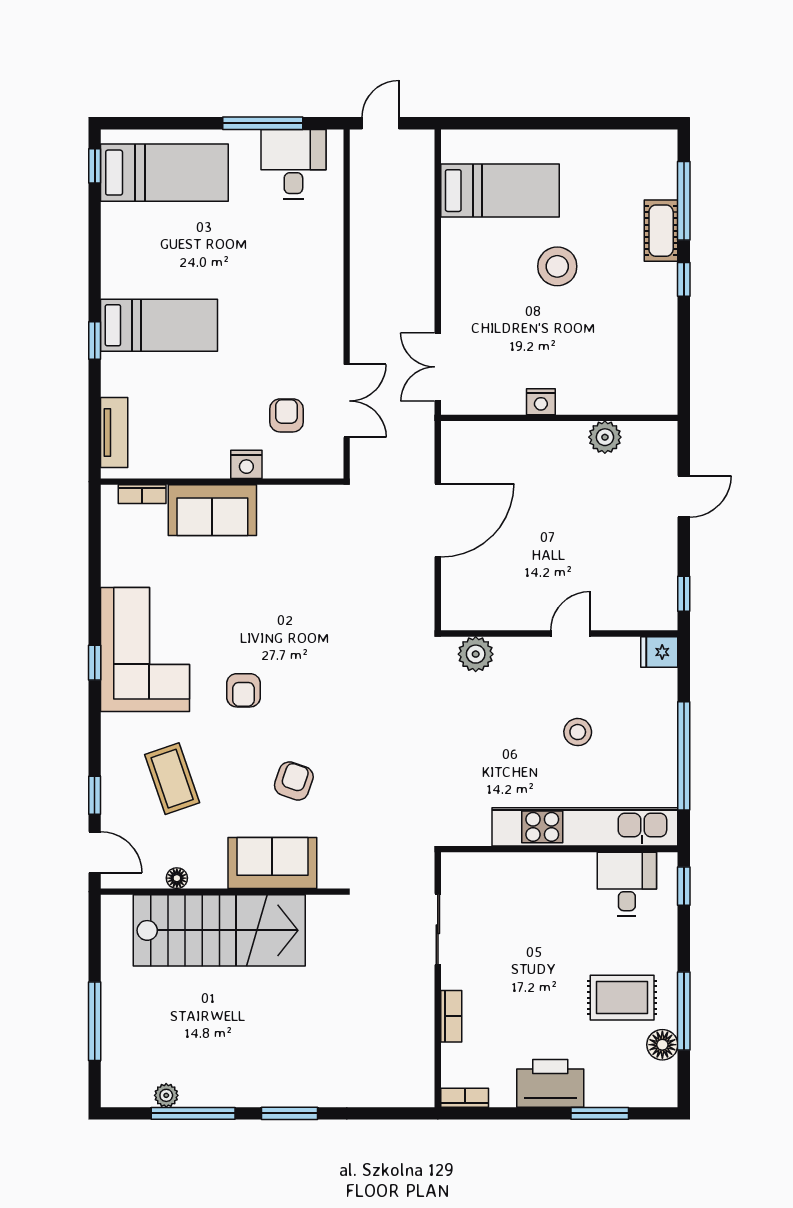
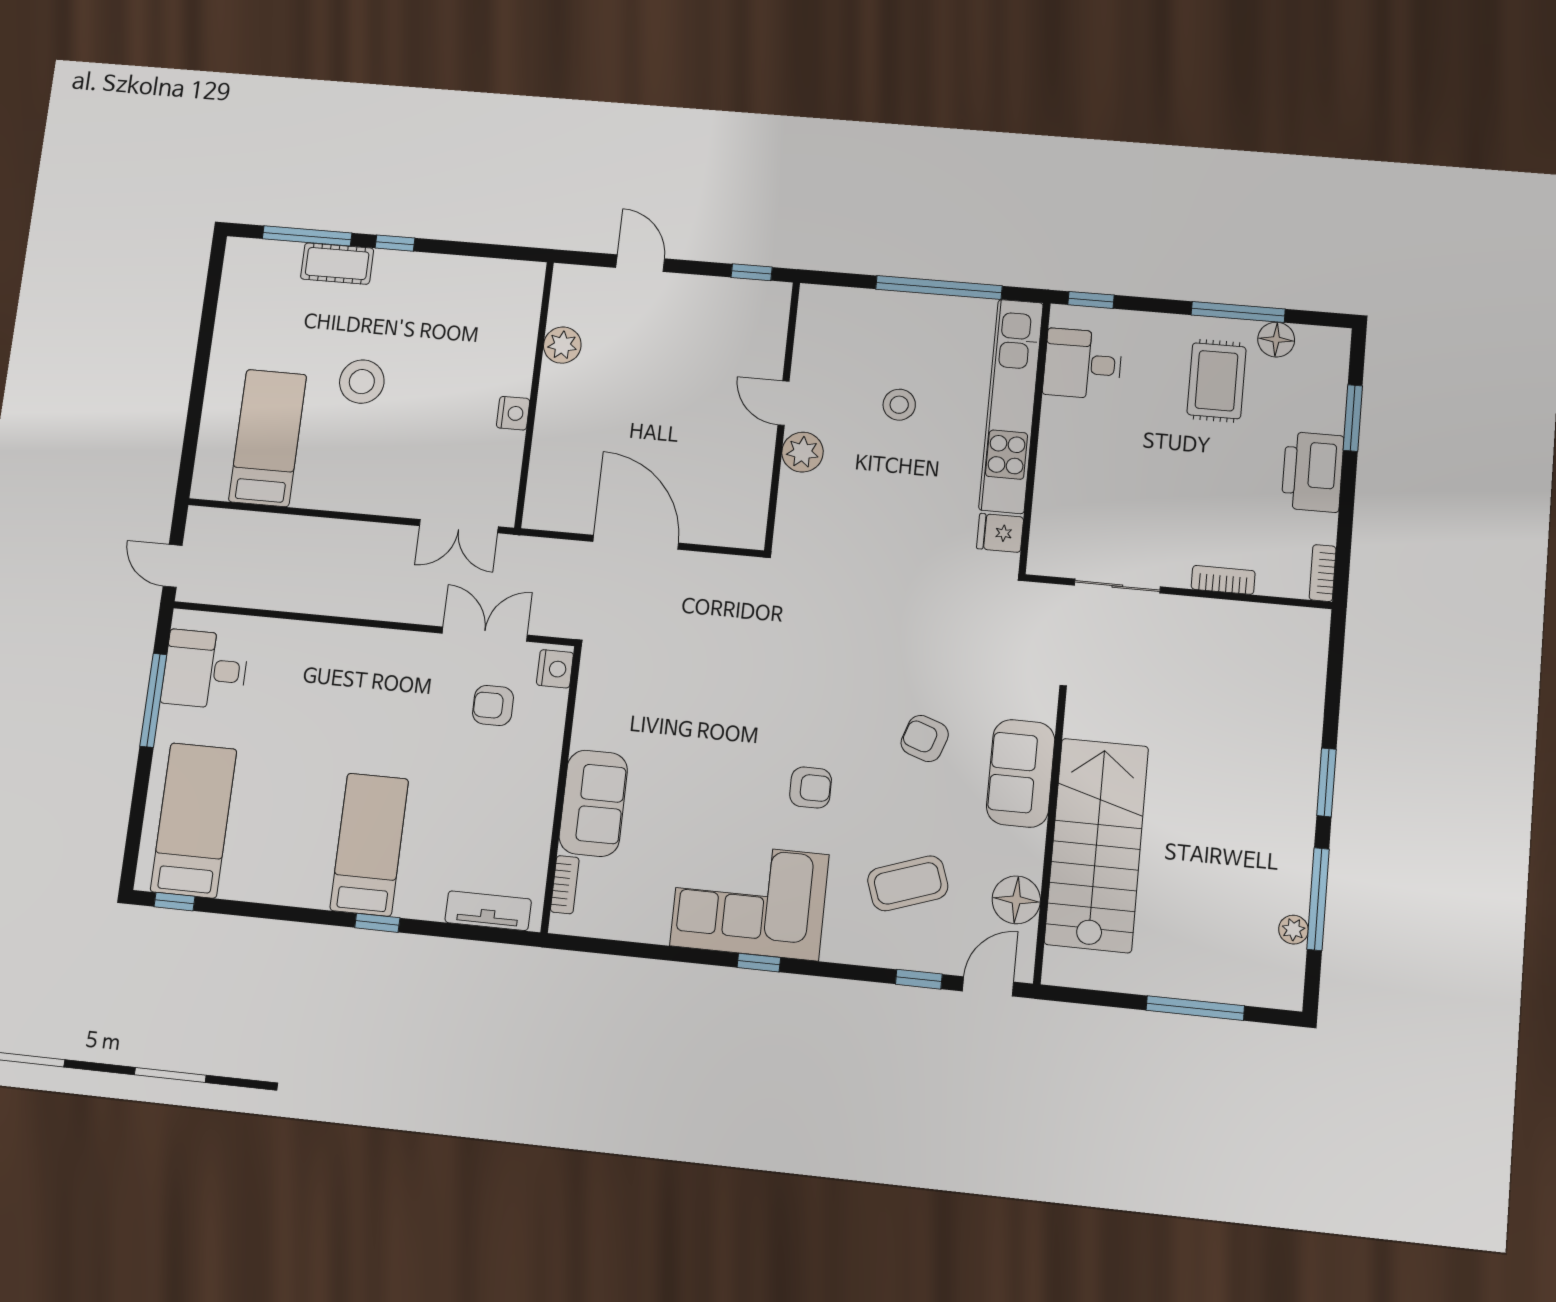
nightstand: (246, 464) -> (555, 669), moved
fridge: (659, 652) -> (1000, 533), moved, turned 90
plant: (476, 654) -> (803, 452), moved
floor lamp: (177, 878) -> (1016, 900), width x1.89, depth x1.89

